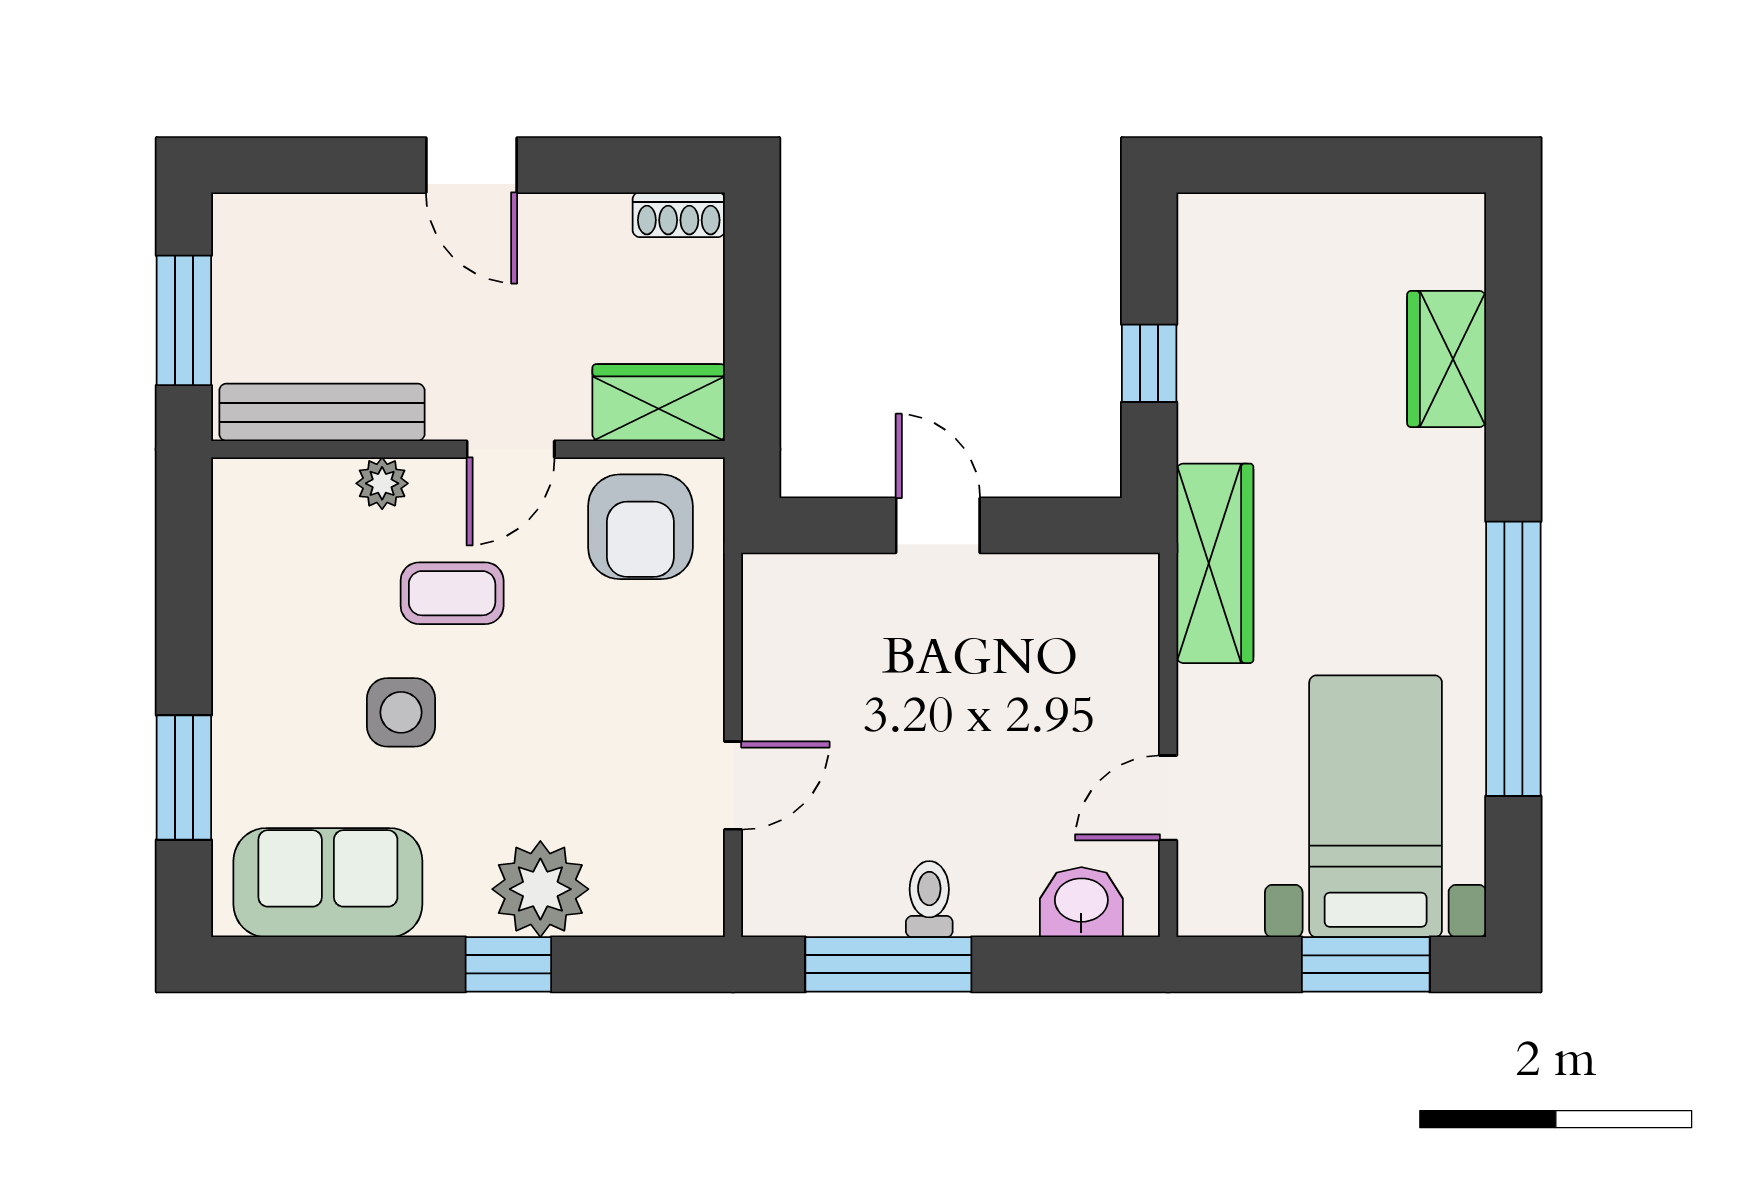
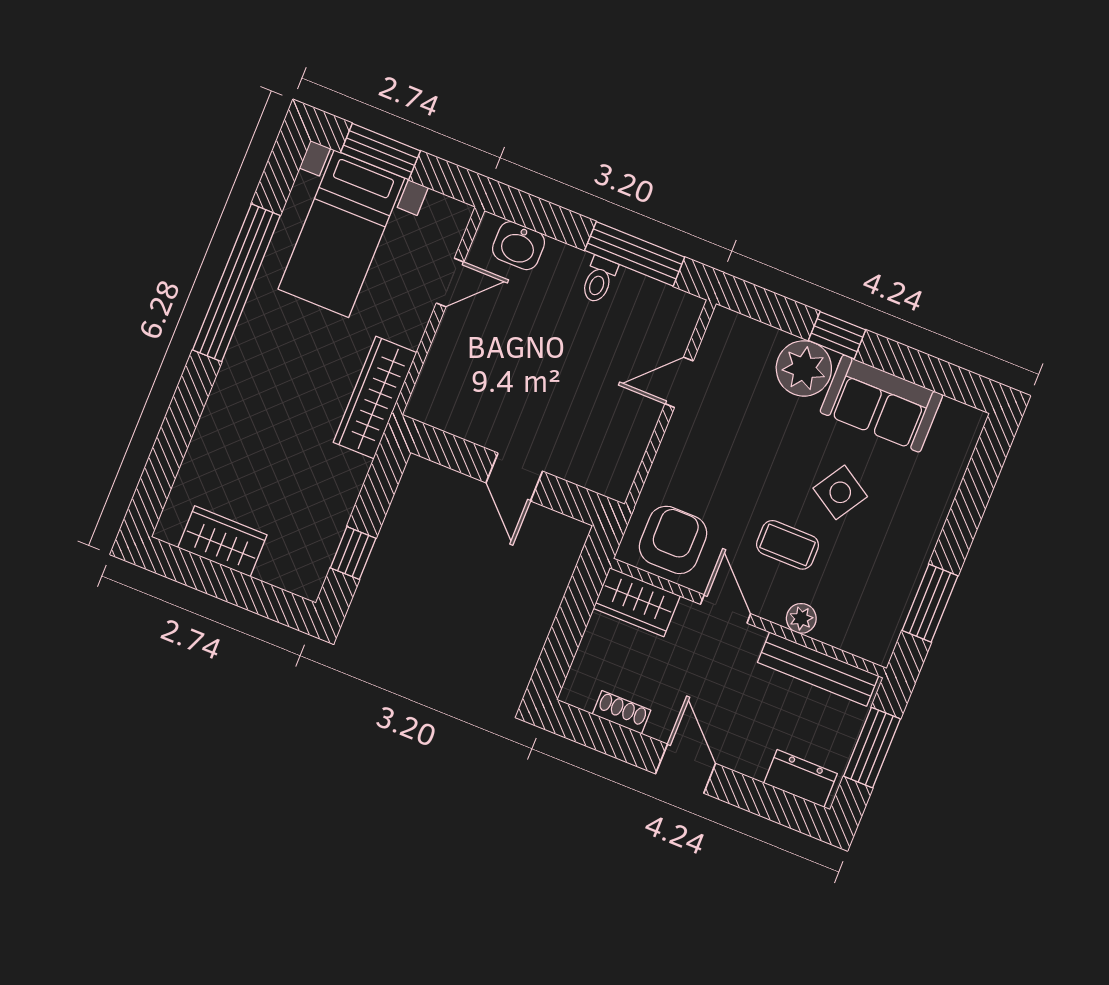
shoe rack: (679, 215) -> (622, 712), moved
dresser: (279, 224) -> (801, 778), added
wardrobe: (1447, 359) -> (222, 541), moved, turned -90
window: (1149, 363) -> (353, 553), moved
door: (511, 449) -> (726, 609), hinge flipped
side table: (401, 712) -> (840, 492), turned 32
window: (184, 777) -> (930, 603), moved
sofa: (328, 883) -> (881, 404), moved

